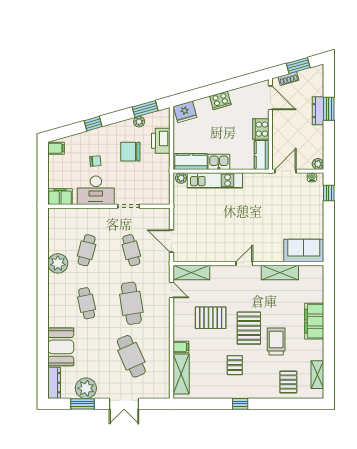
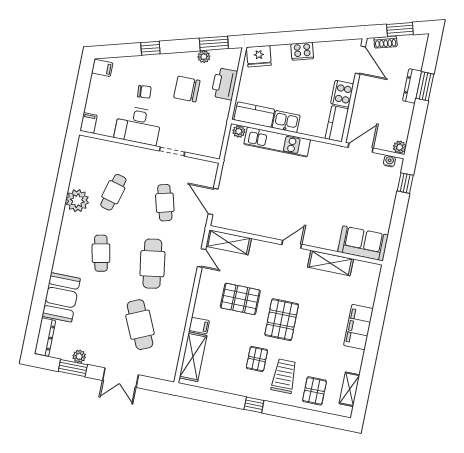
filing cabinet: (60, 197) -> (88, 123), width x0.50
trolley: (276, 341) -> (284, 376), moved
plant: (86, 388) -> (79, 356), width x0.53, depth x0.53

